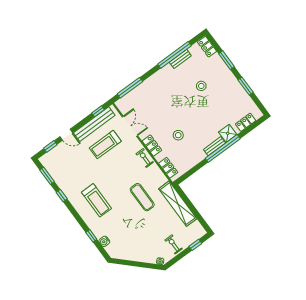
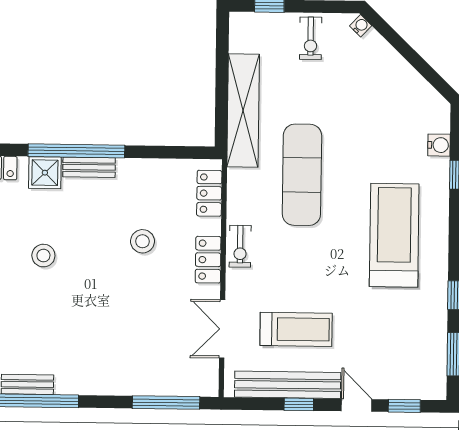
stool: (201, 86) -> (43, 256), moved
window: (98, 111) -> (299, 404), moved
exercise mat: (142, 197) -> (302, 175), width x1.36, depth x1.45
treadmill: (96, 200) -> (394, 235), width x1.37, depth x1.38

